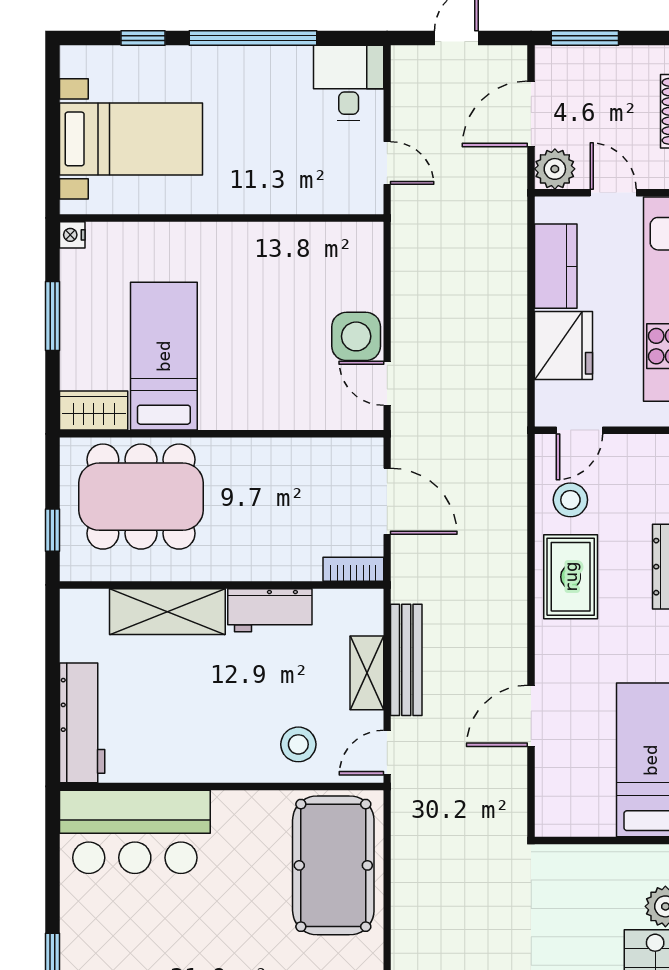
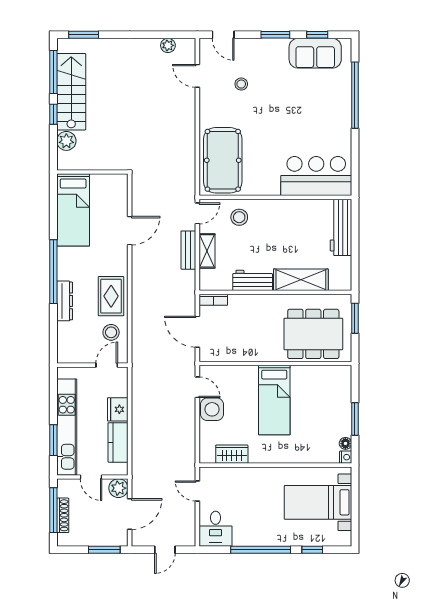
floor lamp: (73, 264) -> (345, 443), added
fridge: (564, 345) -> (118, 409), width x0.73, depth x0.75
bed: (164, 356) -> (274, 400), moved
wardrobe: (94, 411) -> (232, 454), moved, turned 180
window: (52, 530) -> (355, 318), width x1.50
bench: (406, 660) -> (188, 250), width x0.73

